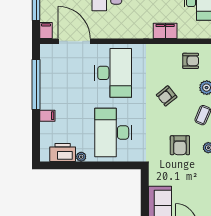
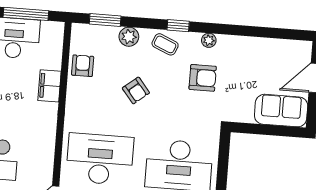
armchair: (191, 61) -> (83, 66), moved

